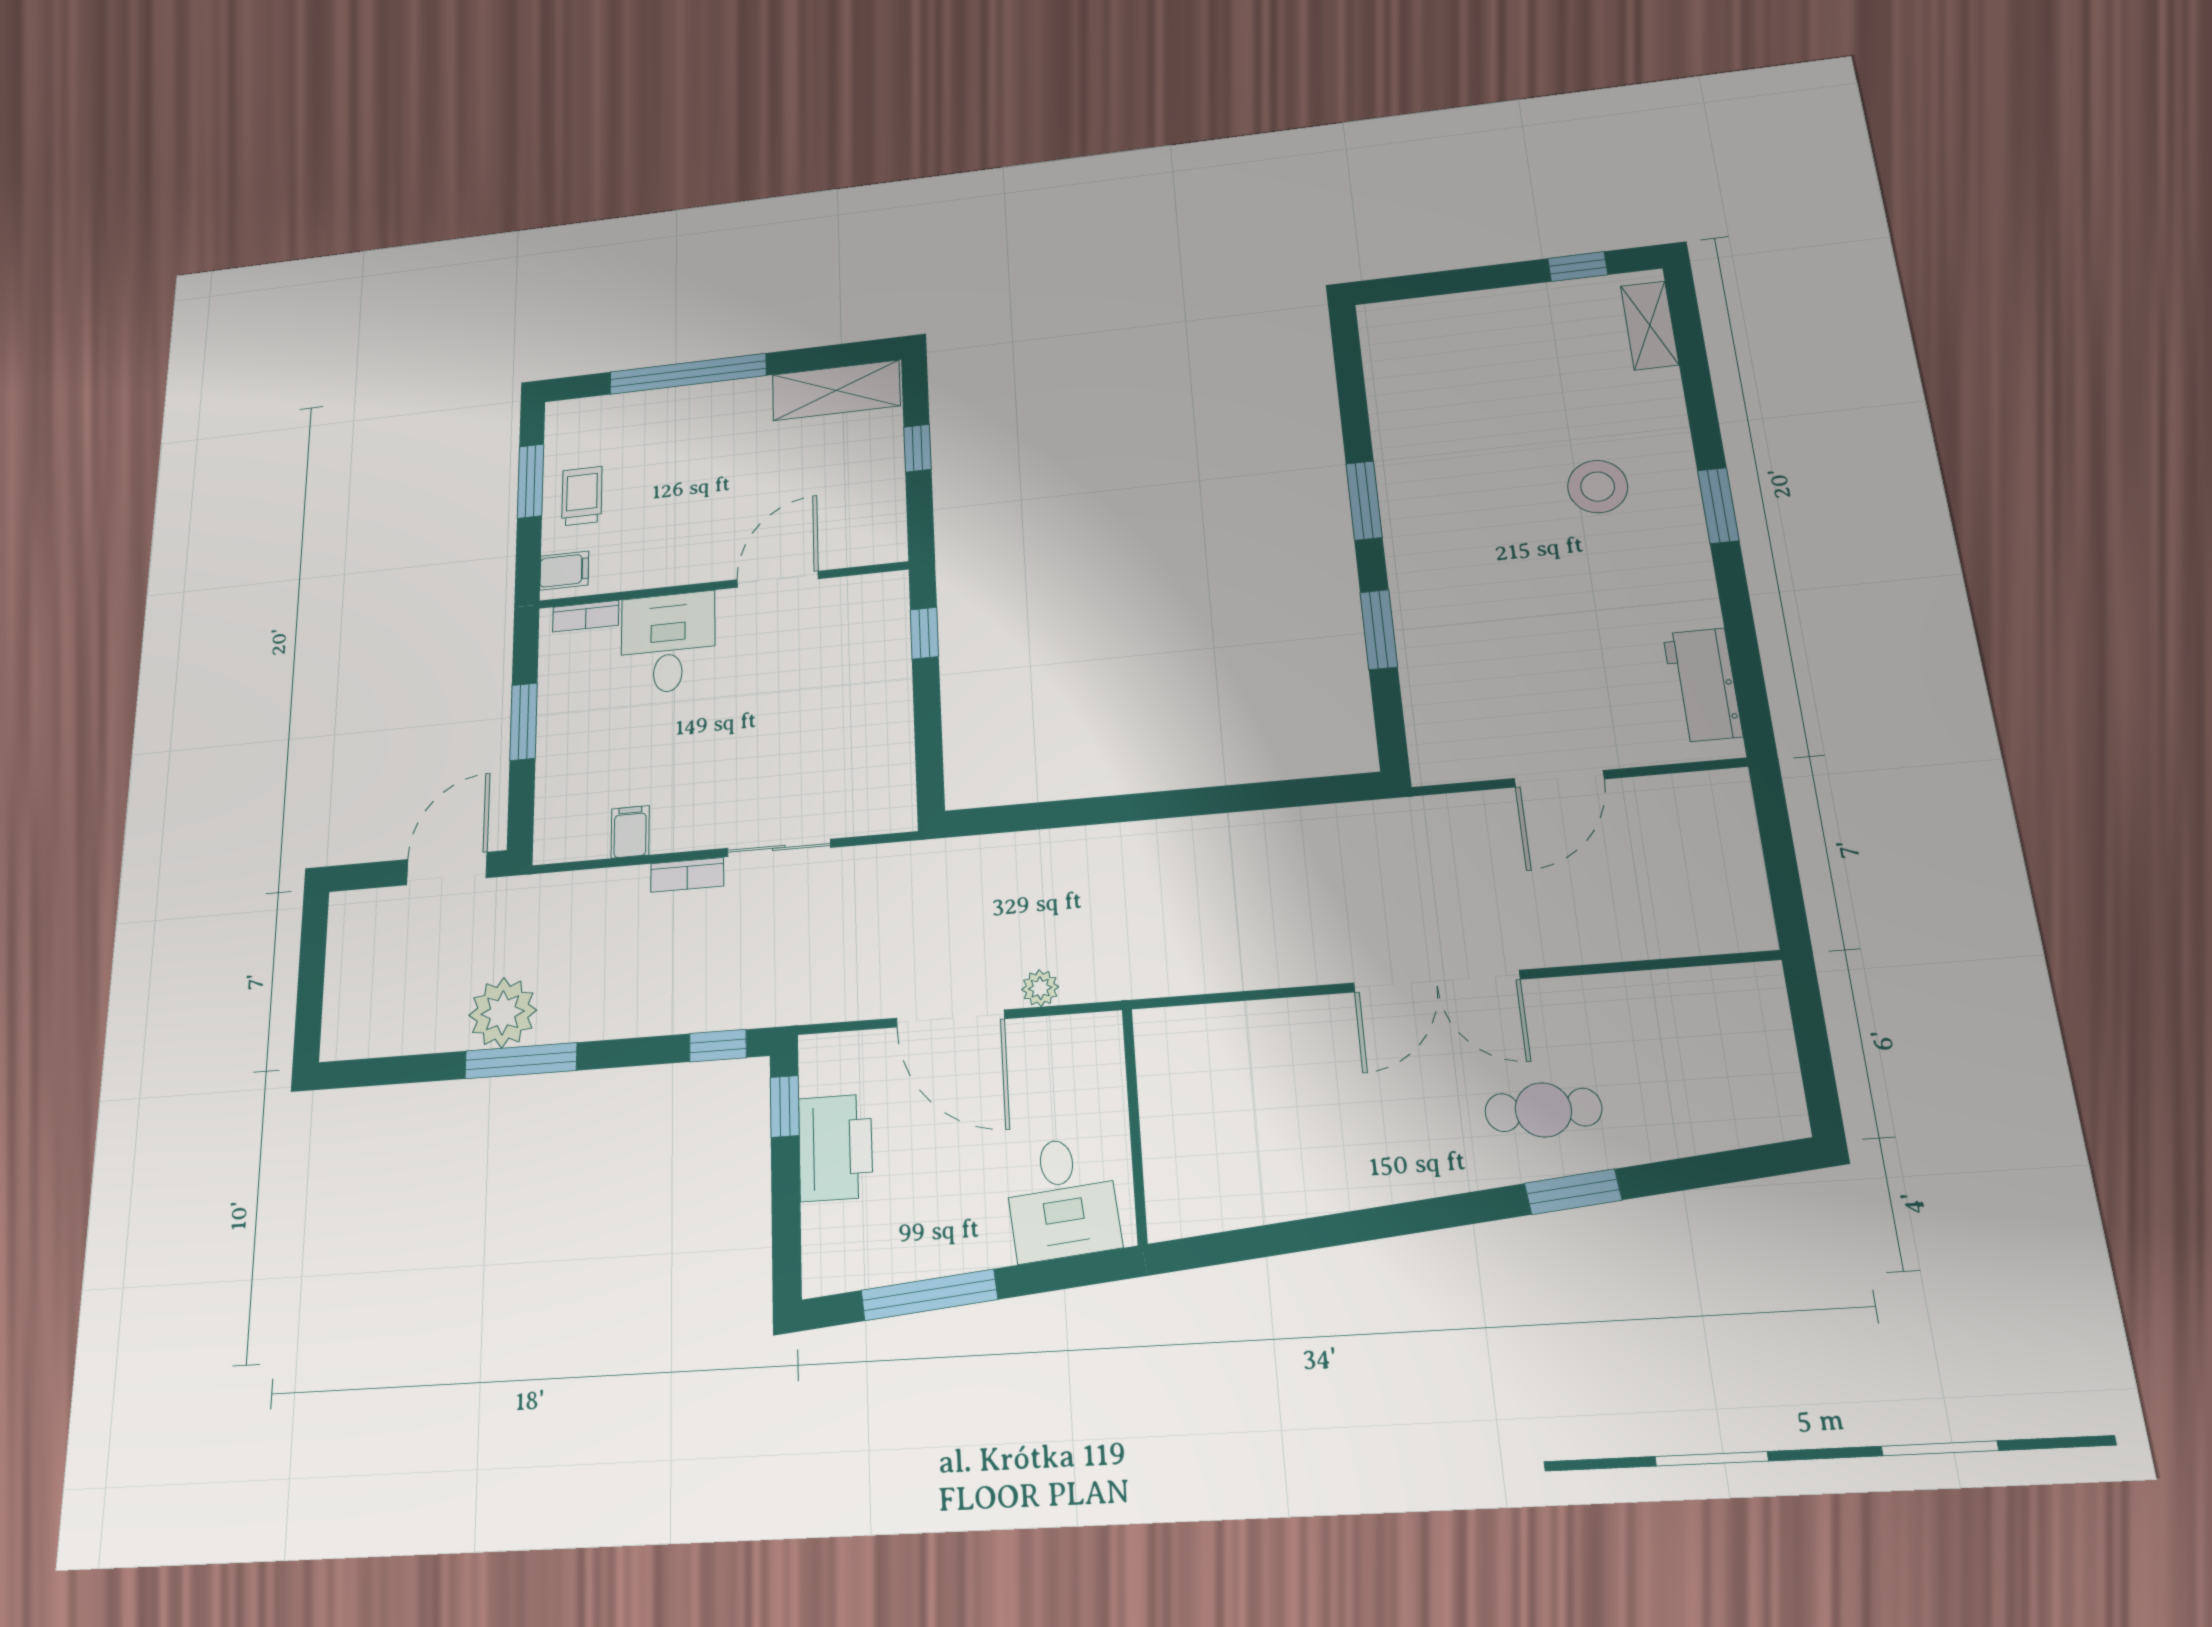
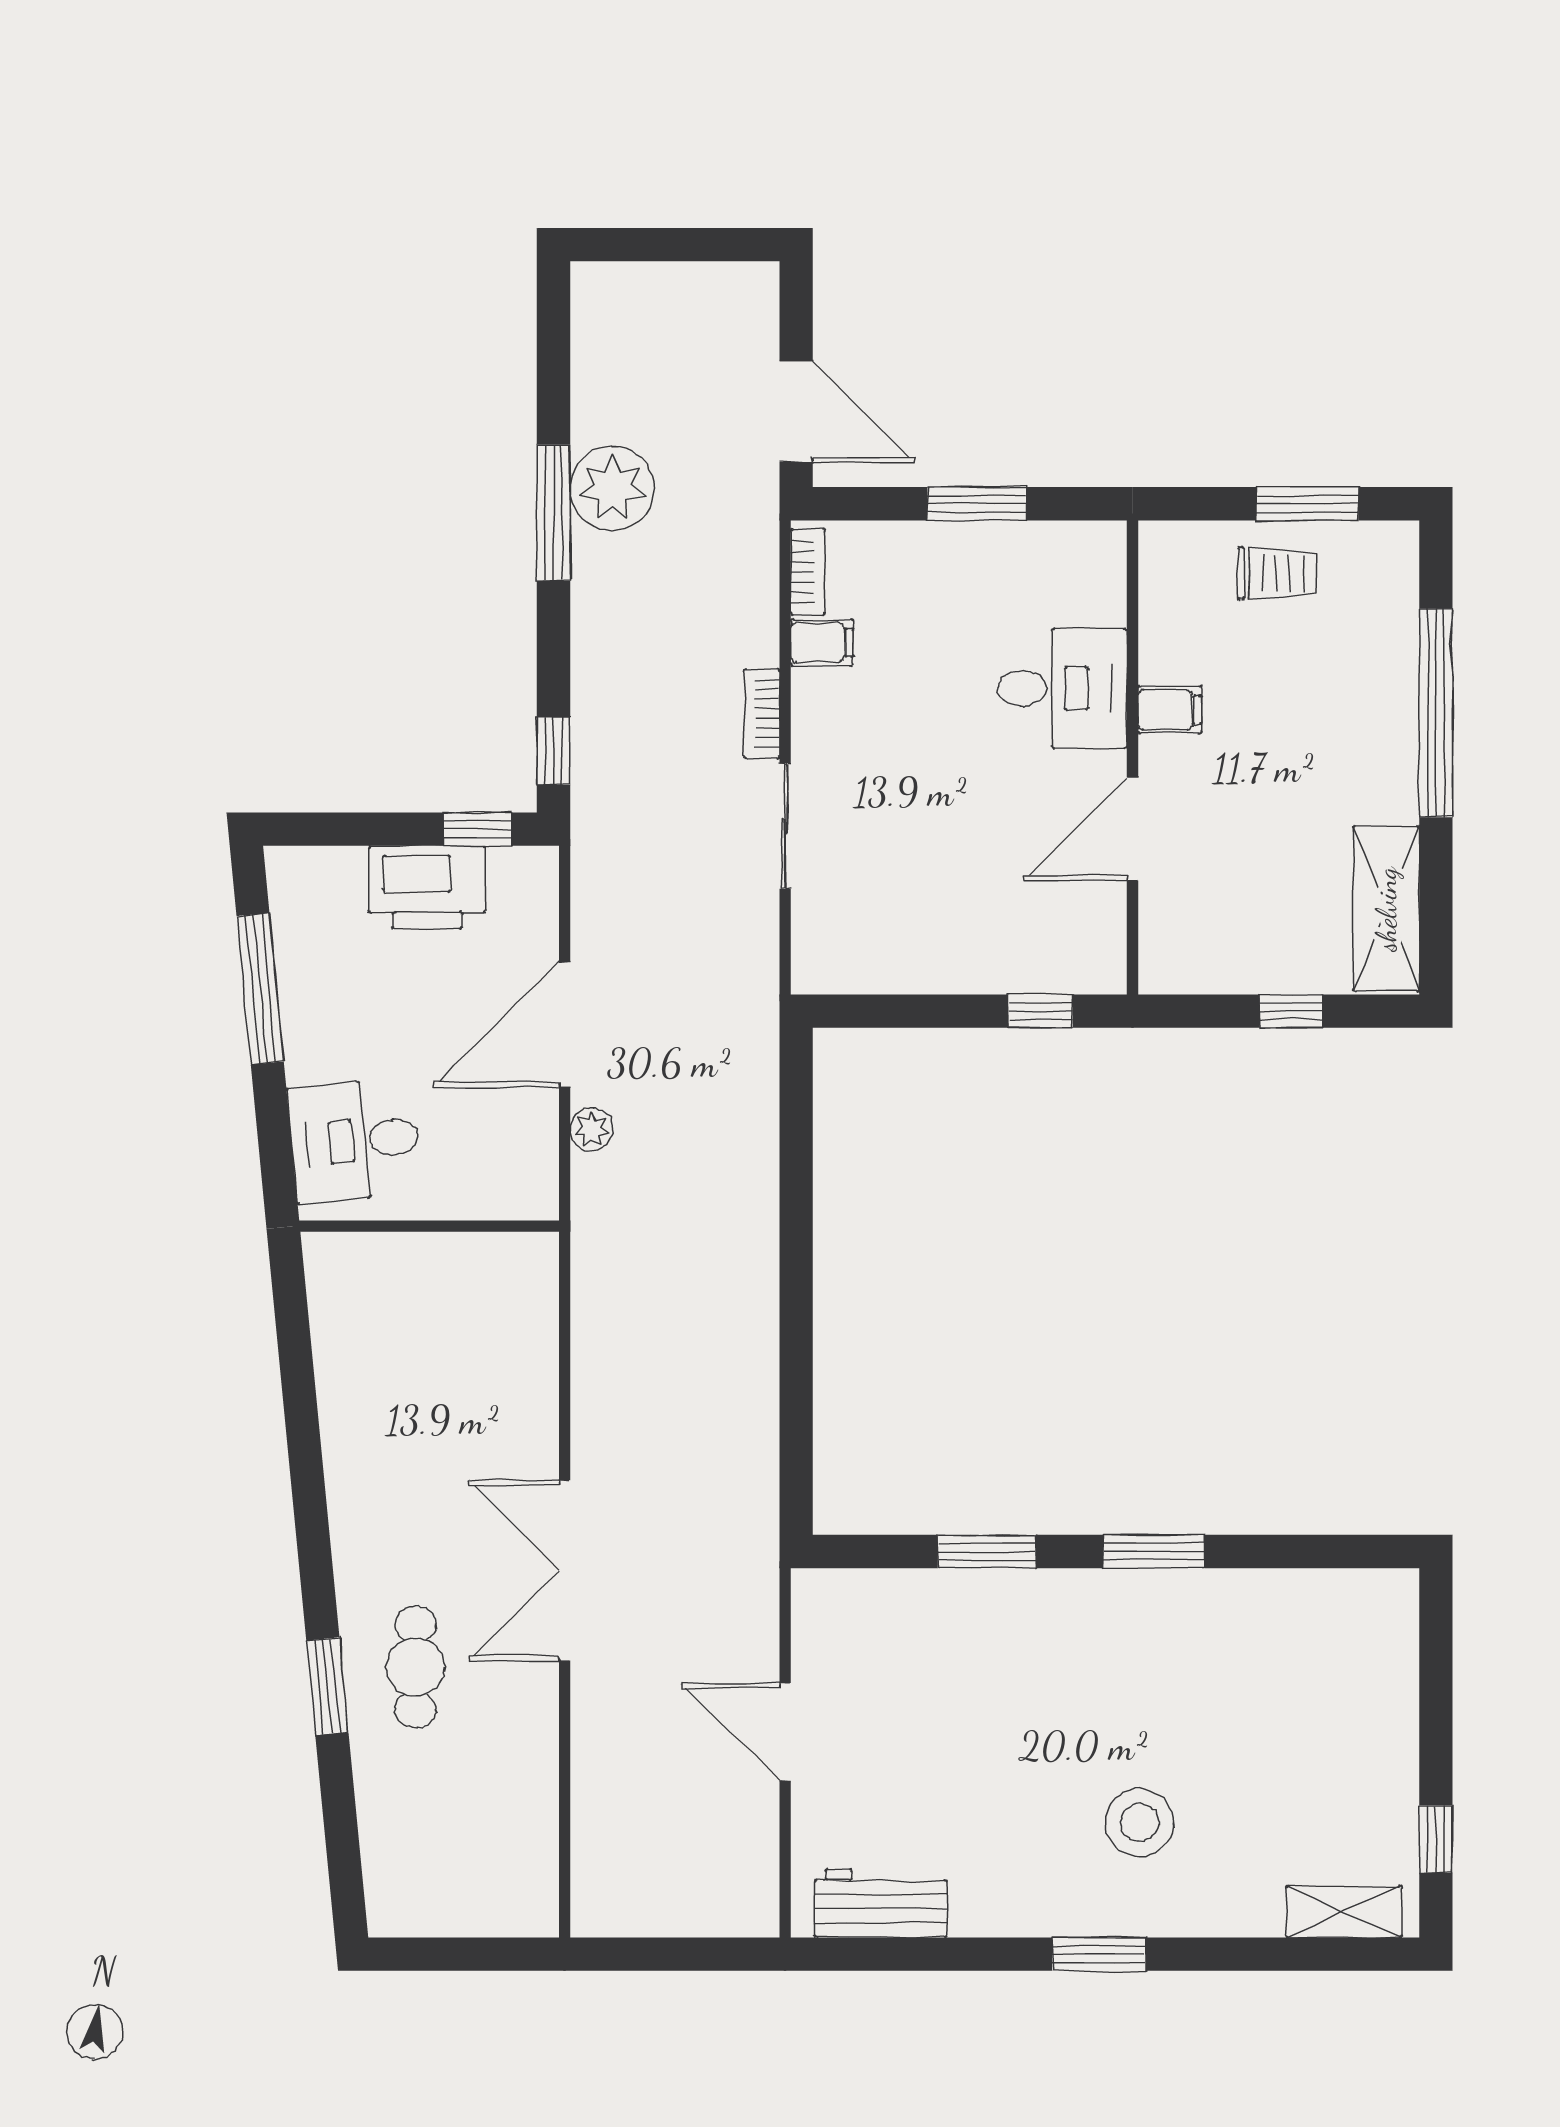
filing cabinet: (564, 571) -> (1170, 710), moved, turned -90
door: (778, 579) -> (1133, 829), swing flipped
bookcase: (586, 616) -> (808, 572), moved, turned 180

